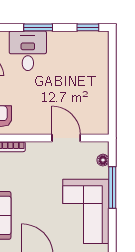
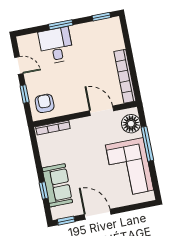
bookcase: (102, 103) -> (125, 76), added
floor lamp: (103, 160) -> (131, 124), width x1.89, depth x1.89

